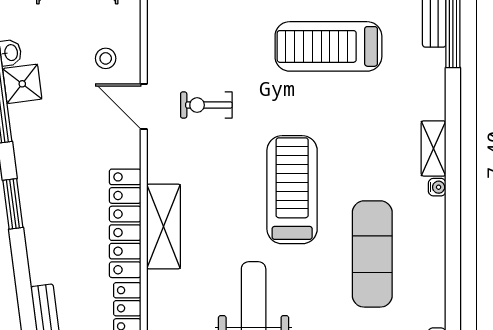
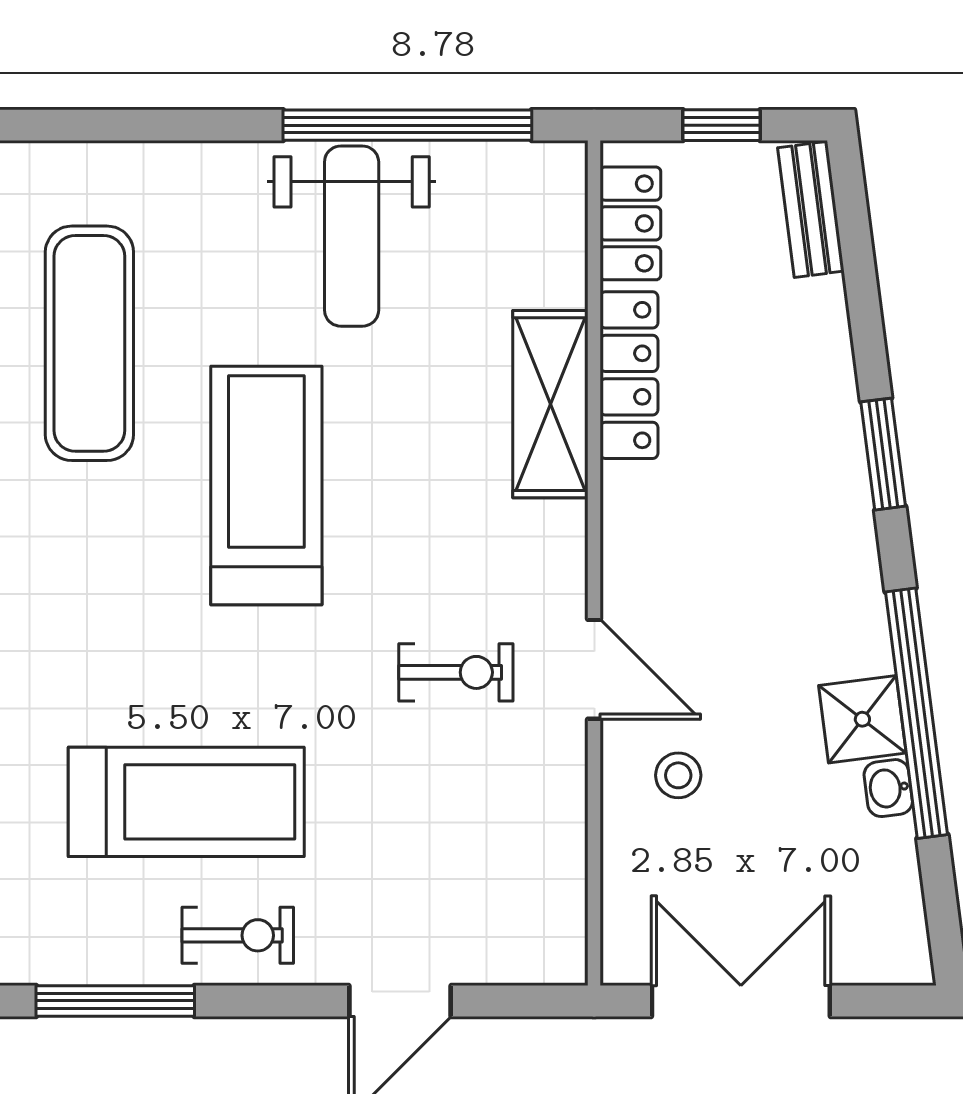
treadmill: (292, 190) -> (266, 485), turned 180
locker: (125, 223) -> (629, 375), width x0.71, depth x0.83

